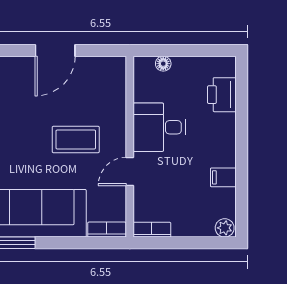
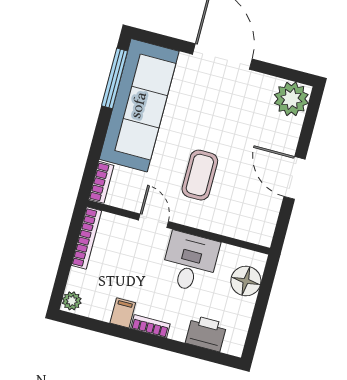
floor lamp: (163, 64) -> (246, 281), width x1.89, depth x1.89
bookcase: (229, 148) -> (150, 326), added
bookcase: (152, 230) -> (86, 238), width x1.56

